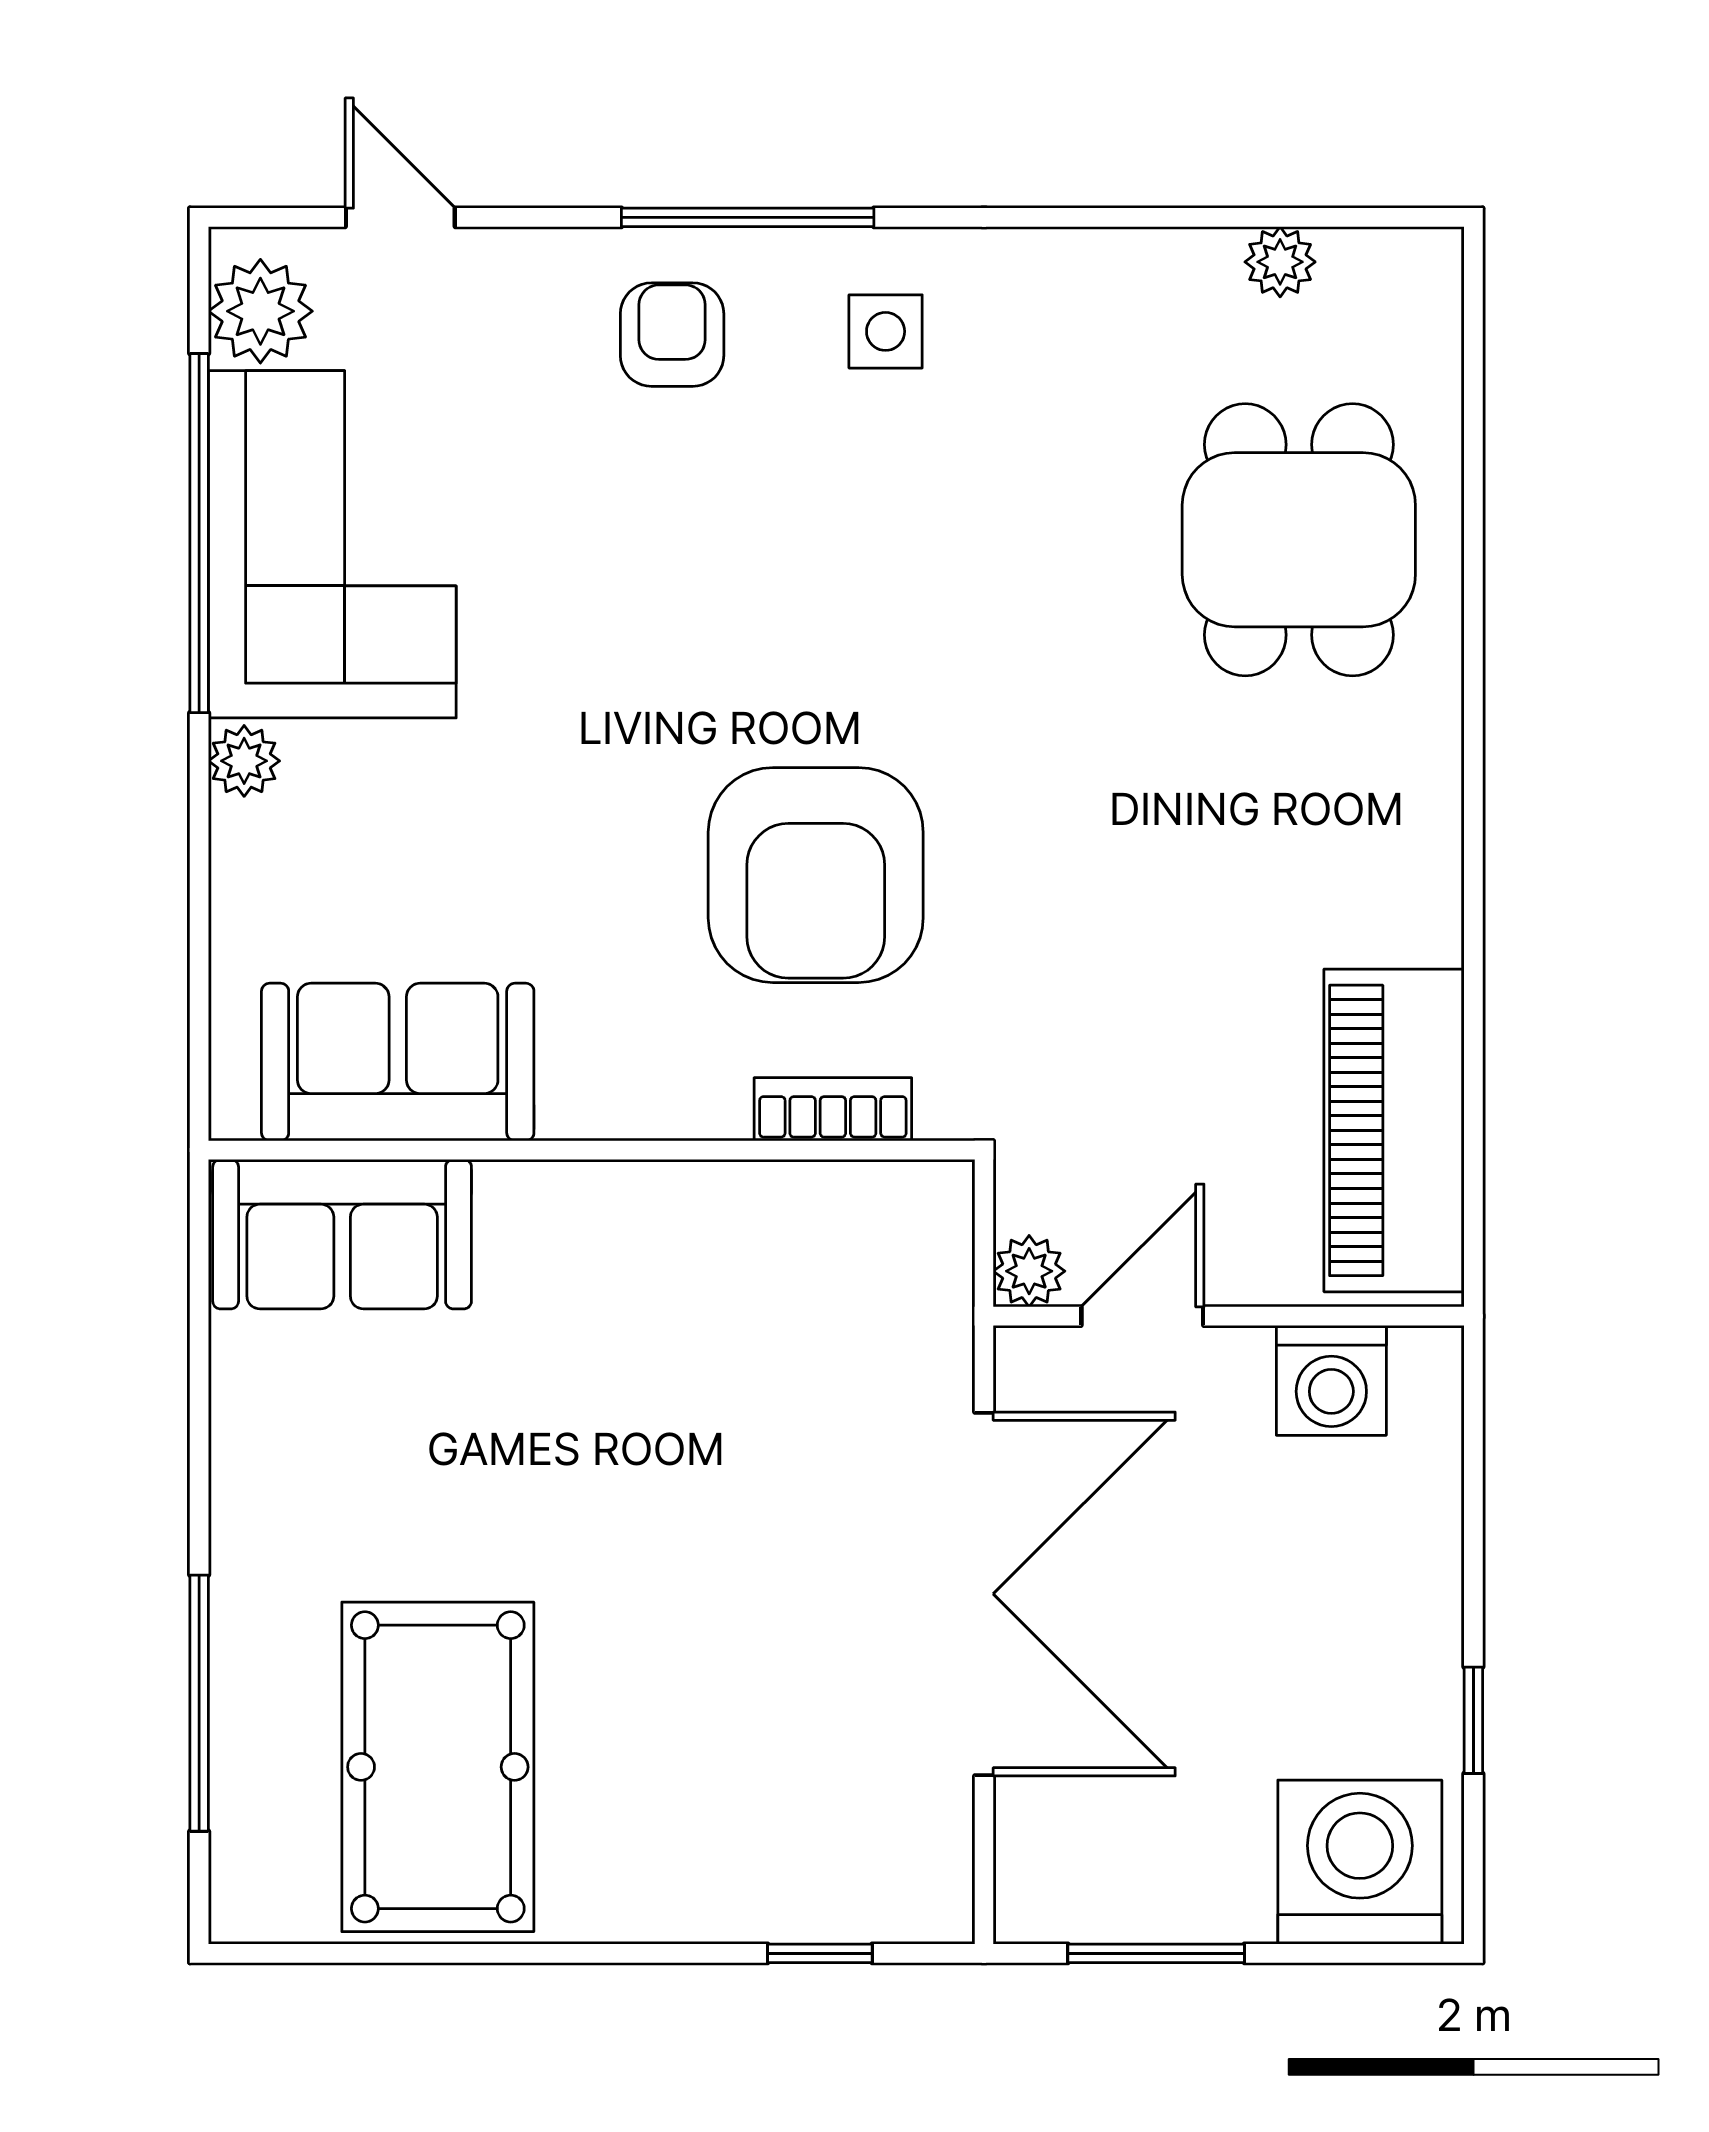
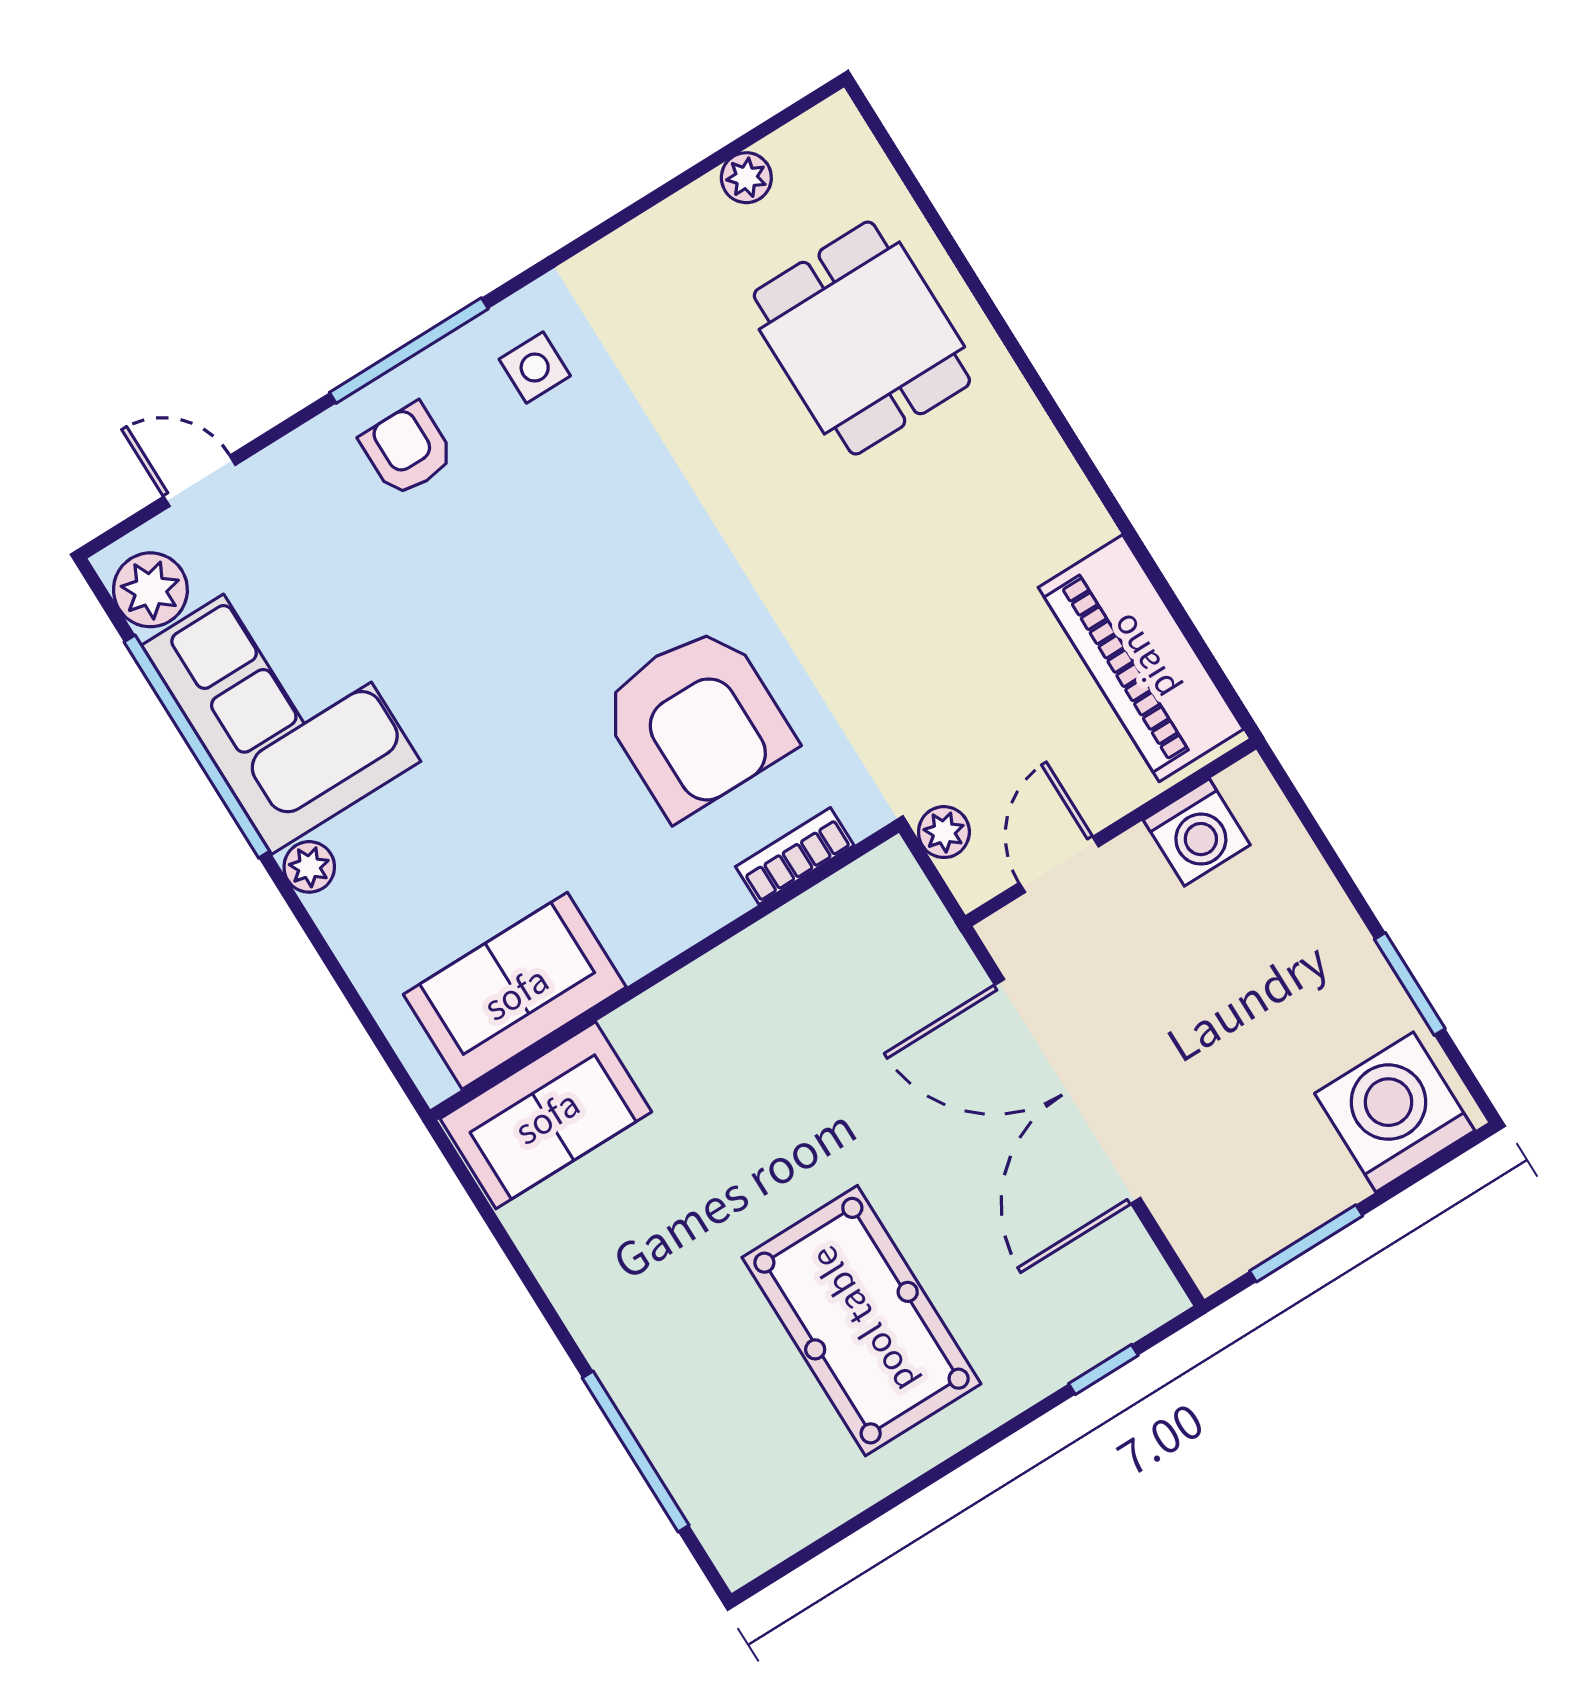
plant: (1029, 1271) -> (944, 832), moved
double door: (984, 1594) -> (1068, 1091), swing flipped
window: (1473, 1720) -> (1410, 984), width x1.50
pool table: (438, 1767) -> (861, 1321), moved

